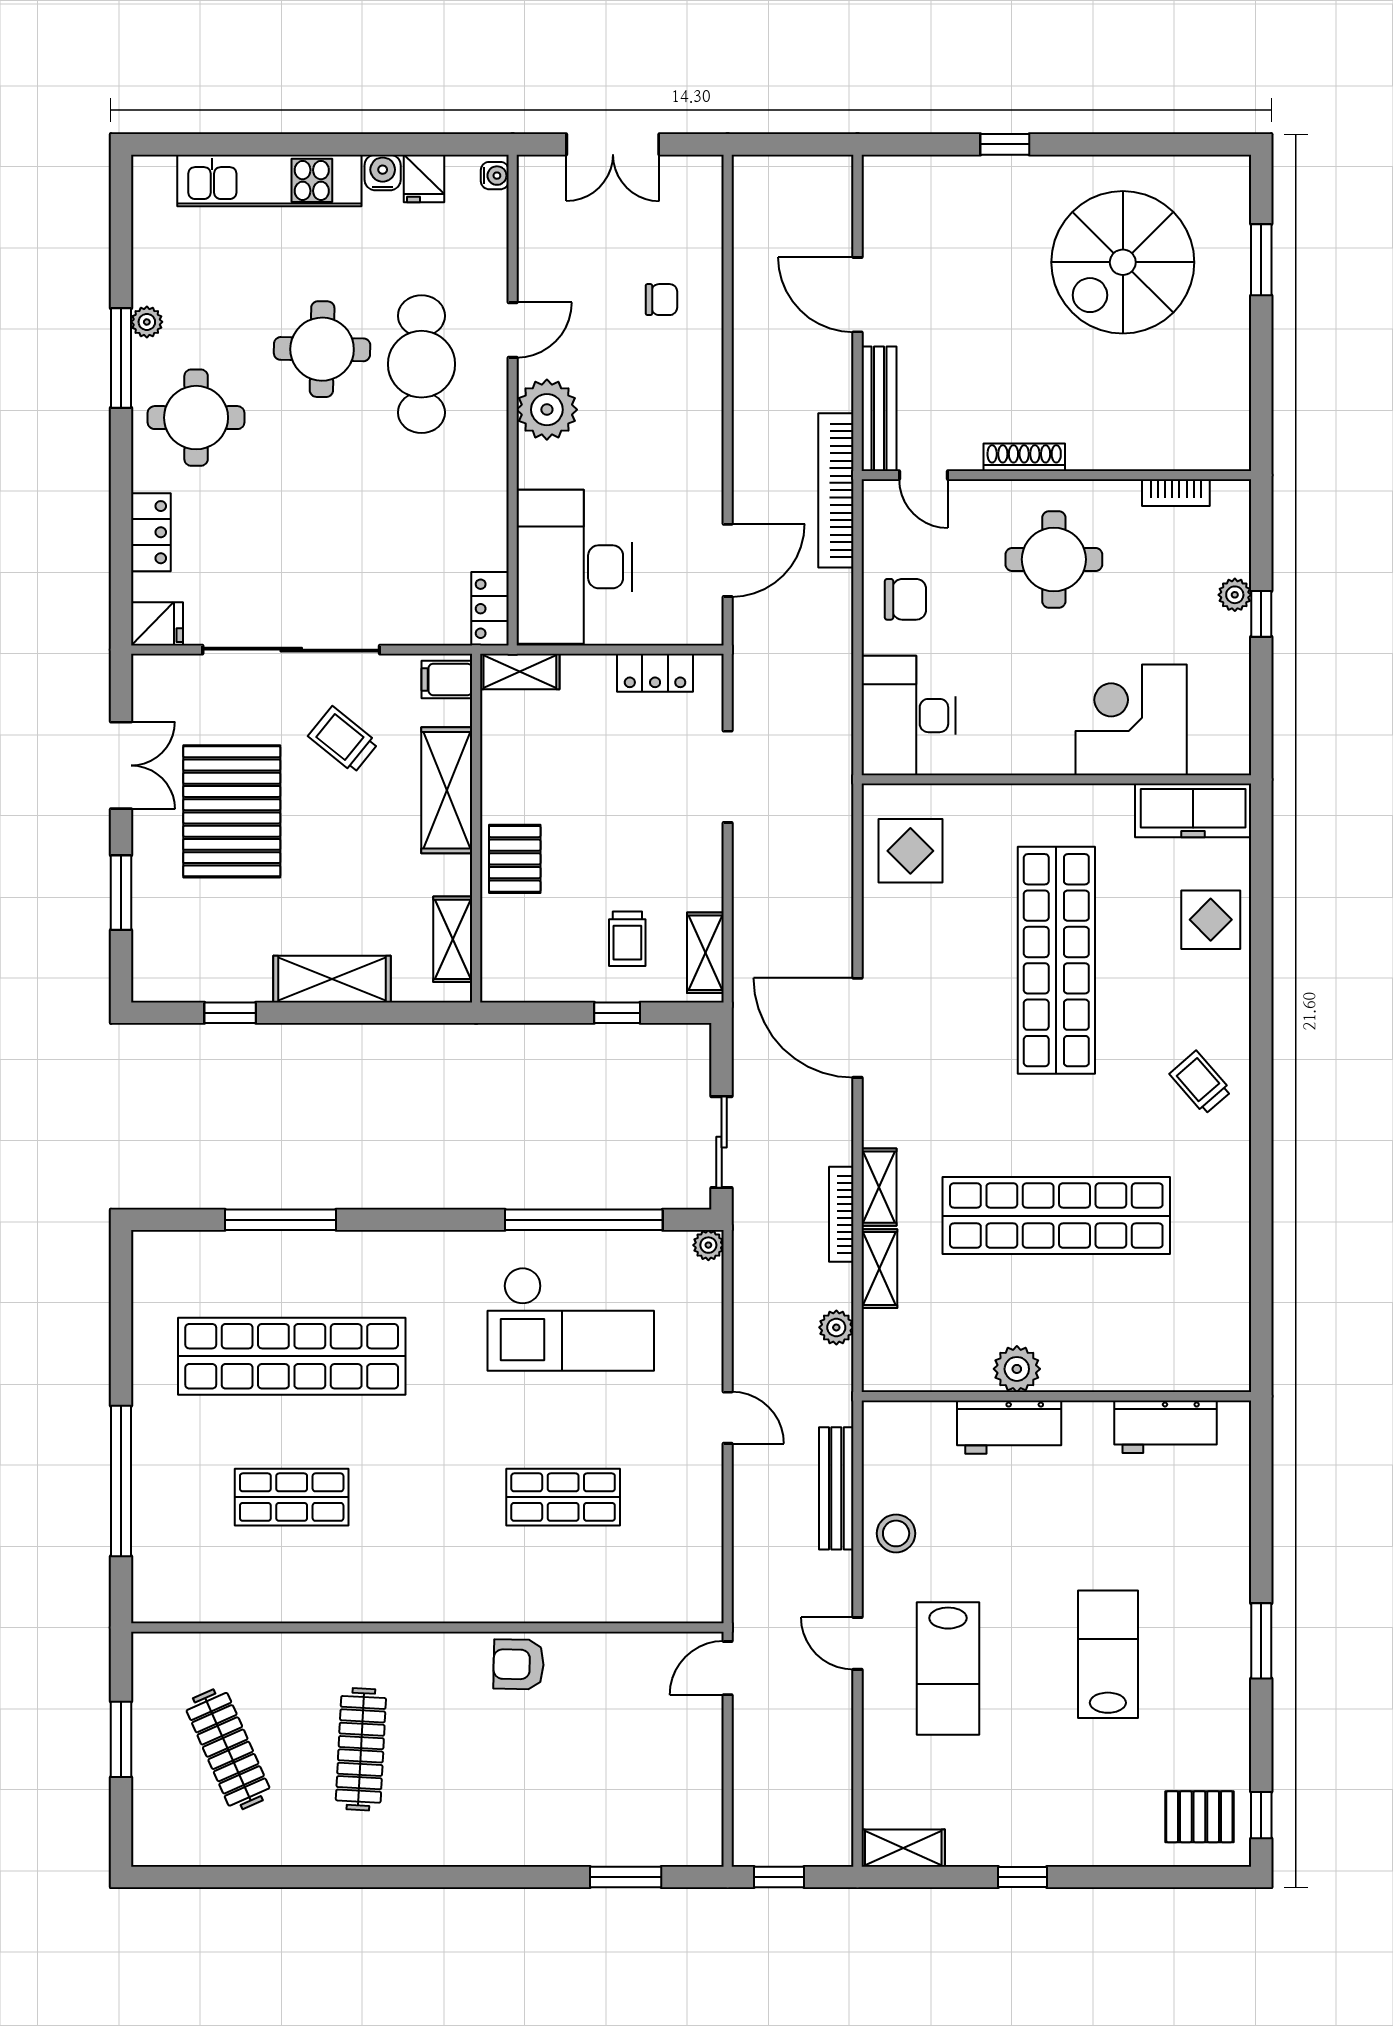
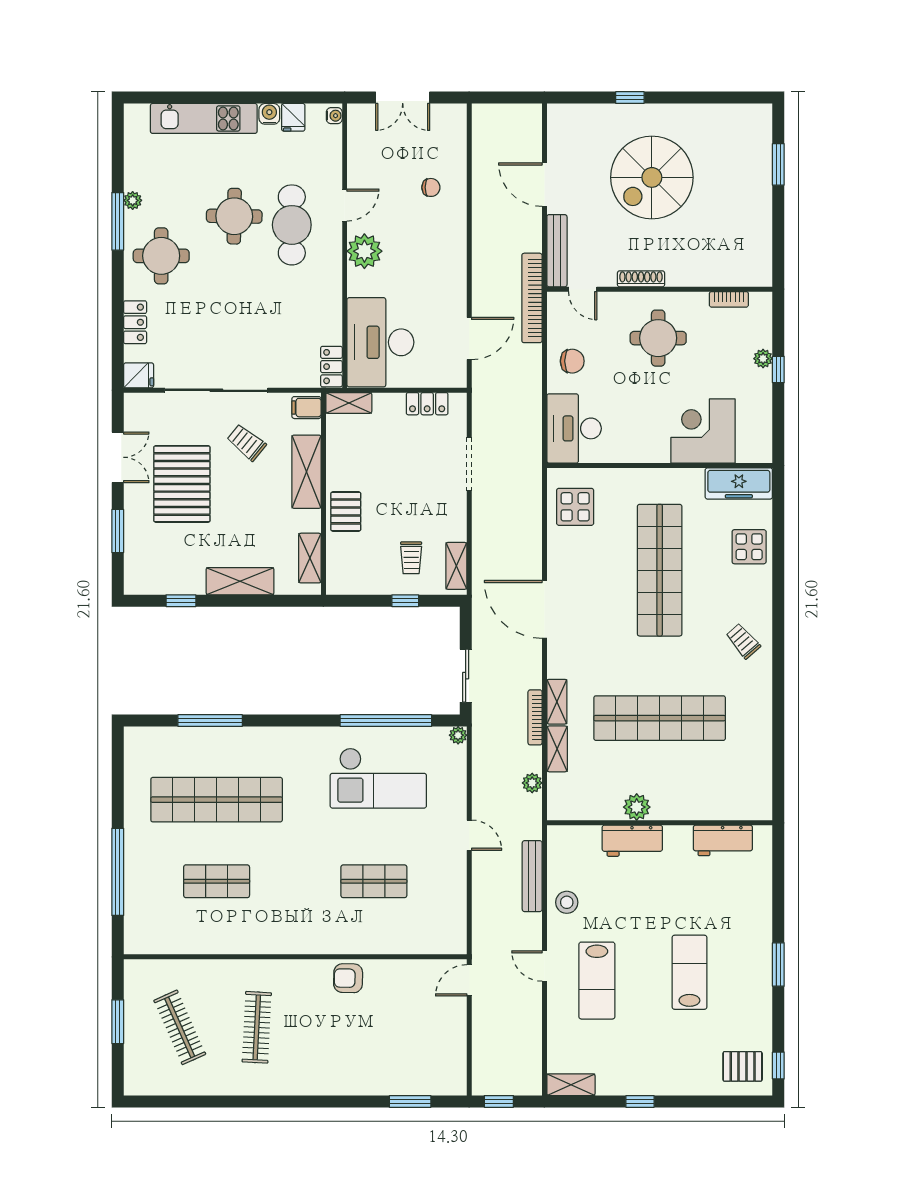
spiral stairs: (1123, 262) -> (652, 177), moved

